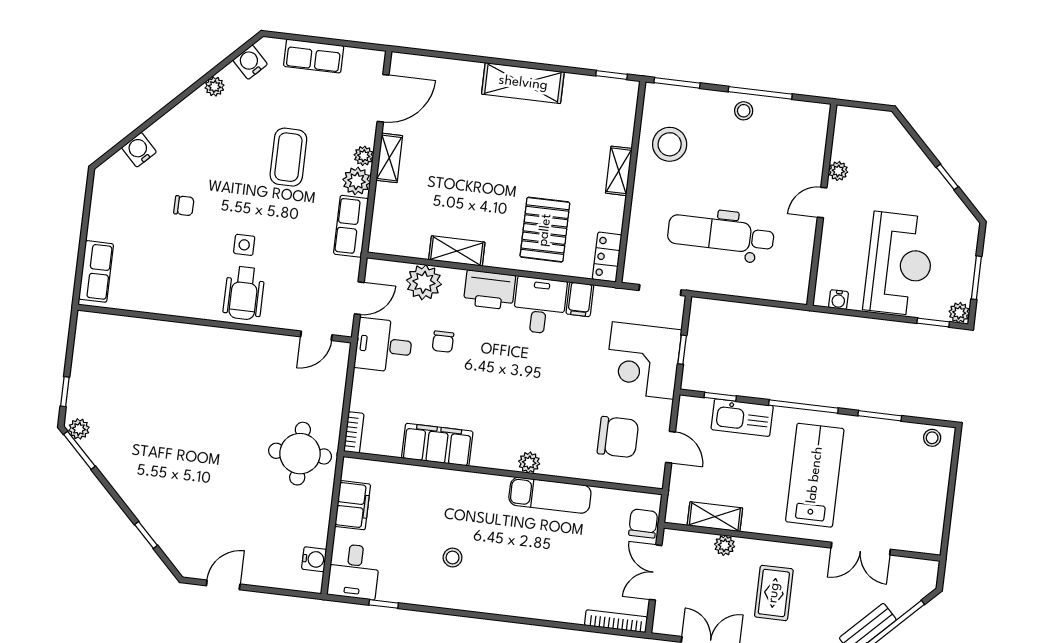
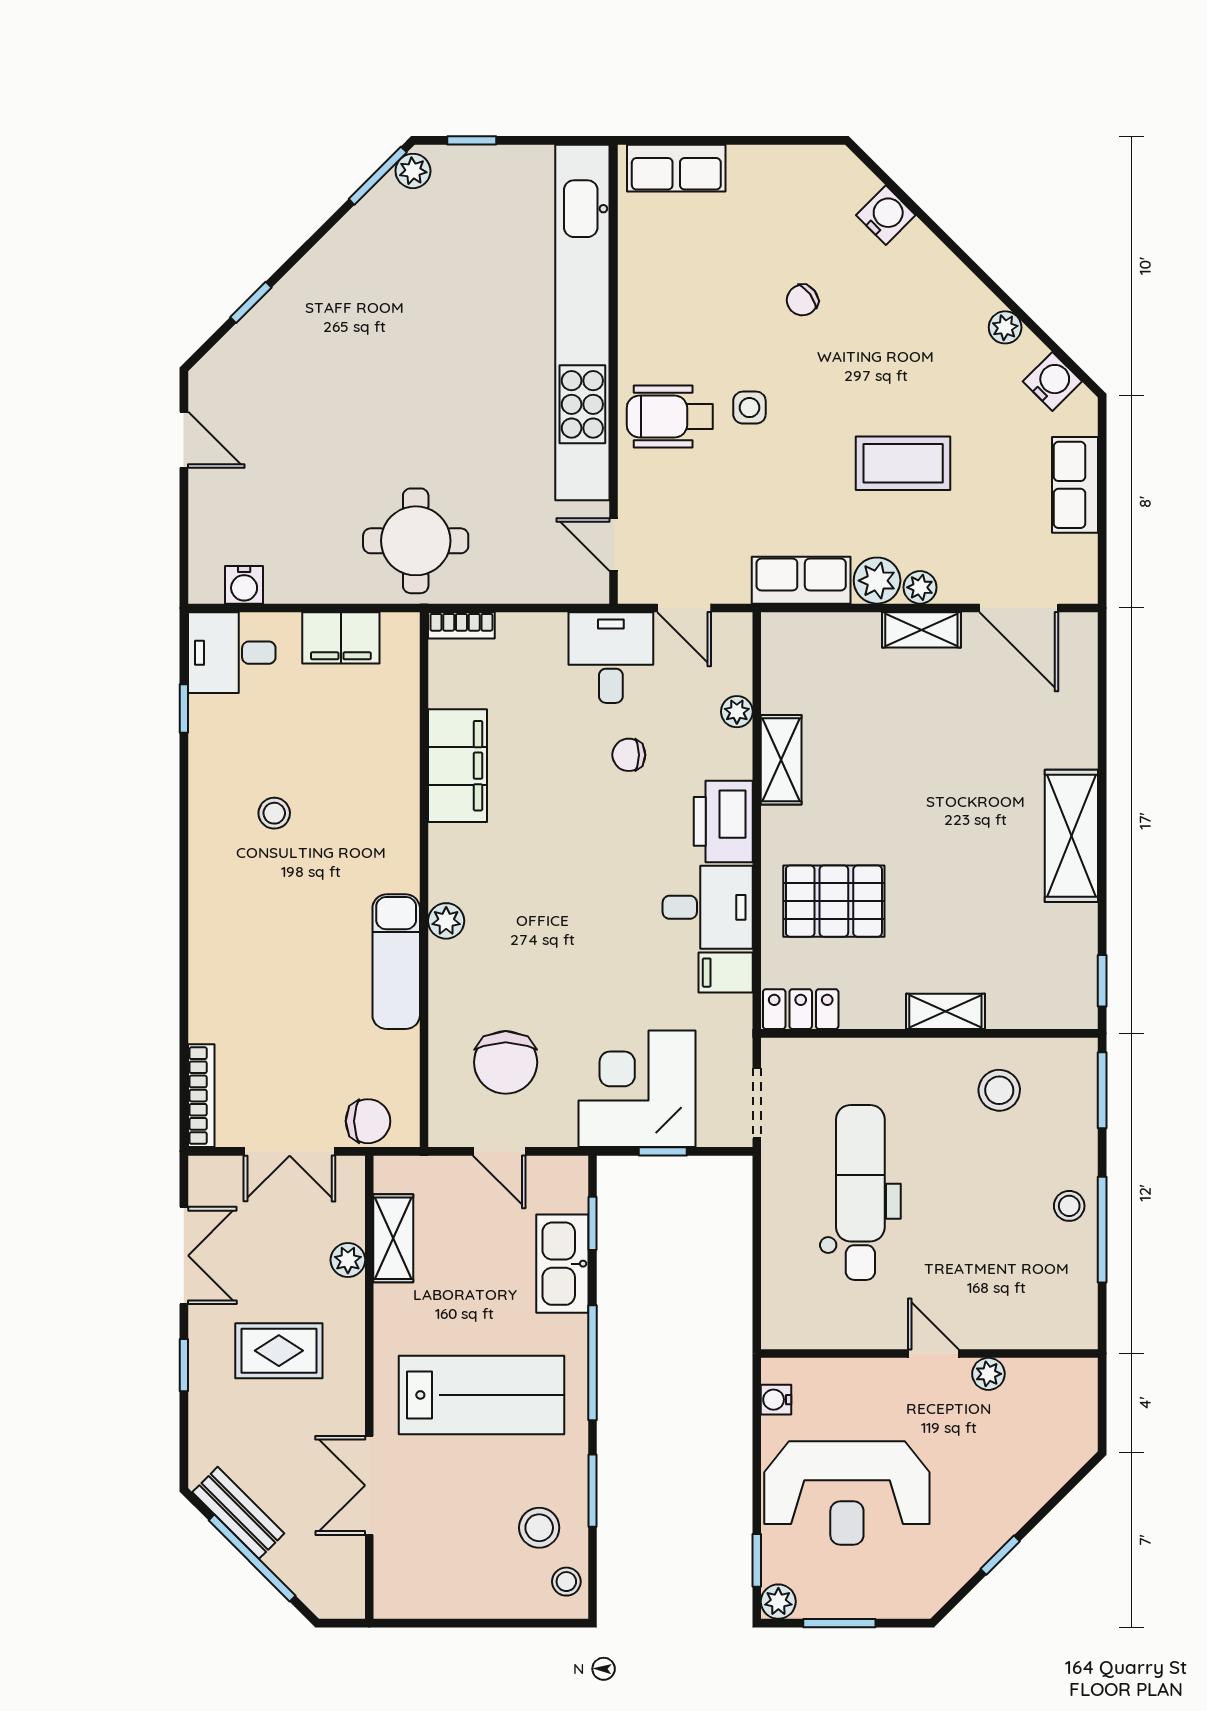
stool: (670, 144) -> (999, 1090), width x0.73, depth x0.73
chair: (184, 206) -> (802, 300), turned 53
plant: (424, 282) -> (737, 712), width x0.53, depth x0.53
kitchen unit: (182, 339) -> (582, 323), added
door: (671, 447) -> (499, 1151), hinge flipped
stool: (898, 450) -> (539, 1528), added
double door: (656, 572) -> (290, 1151), swing flipped

